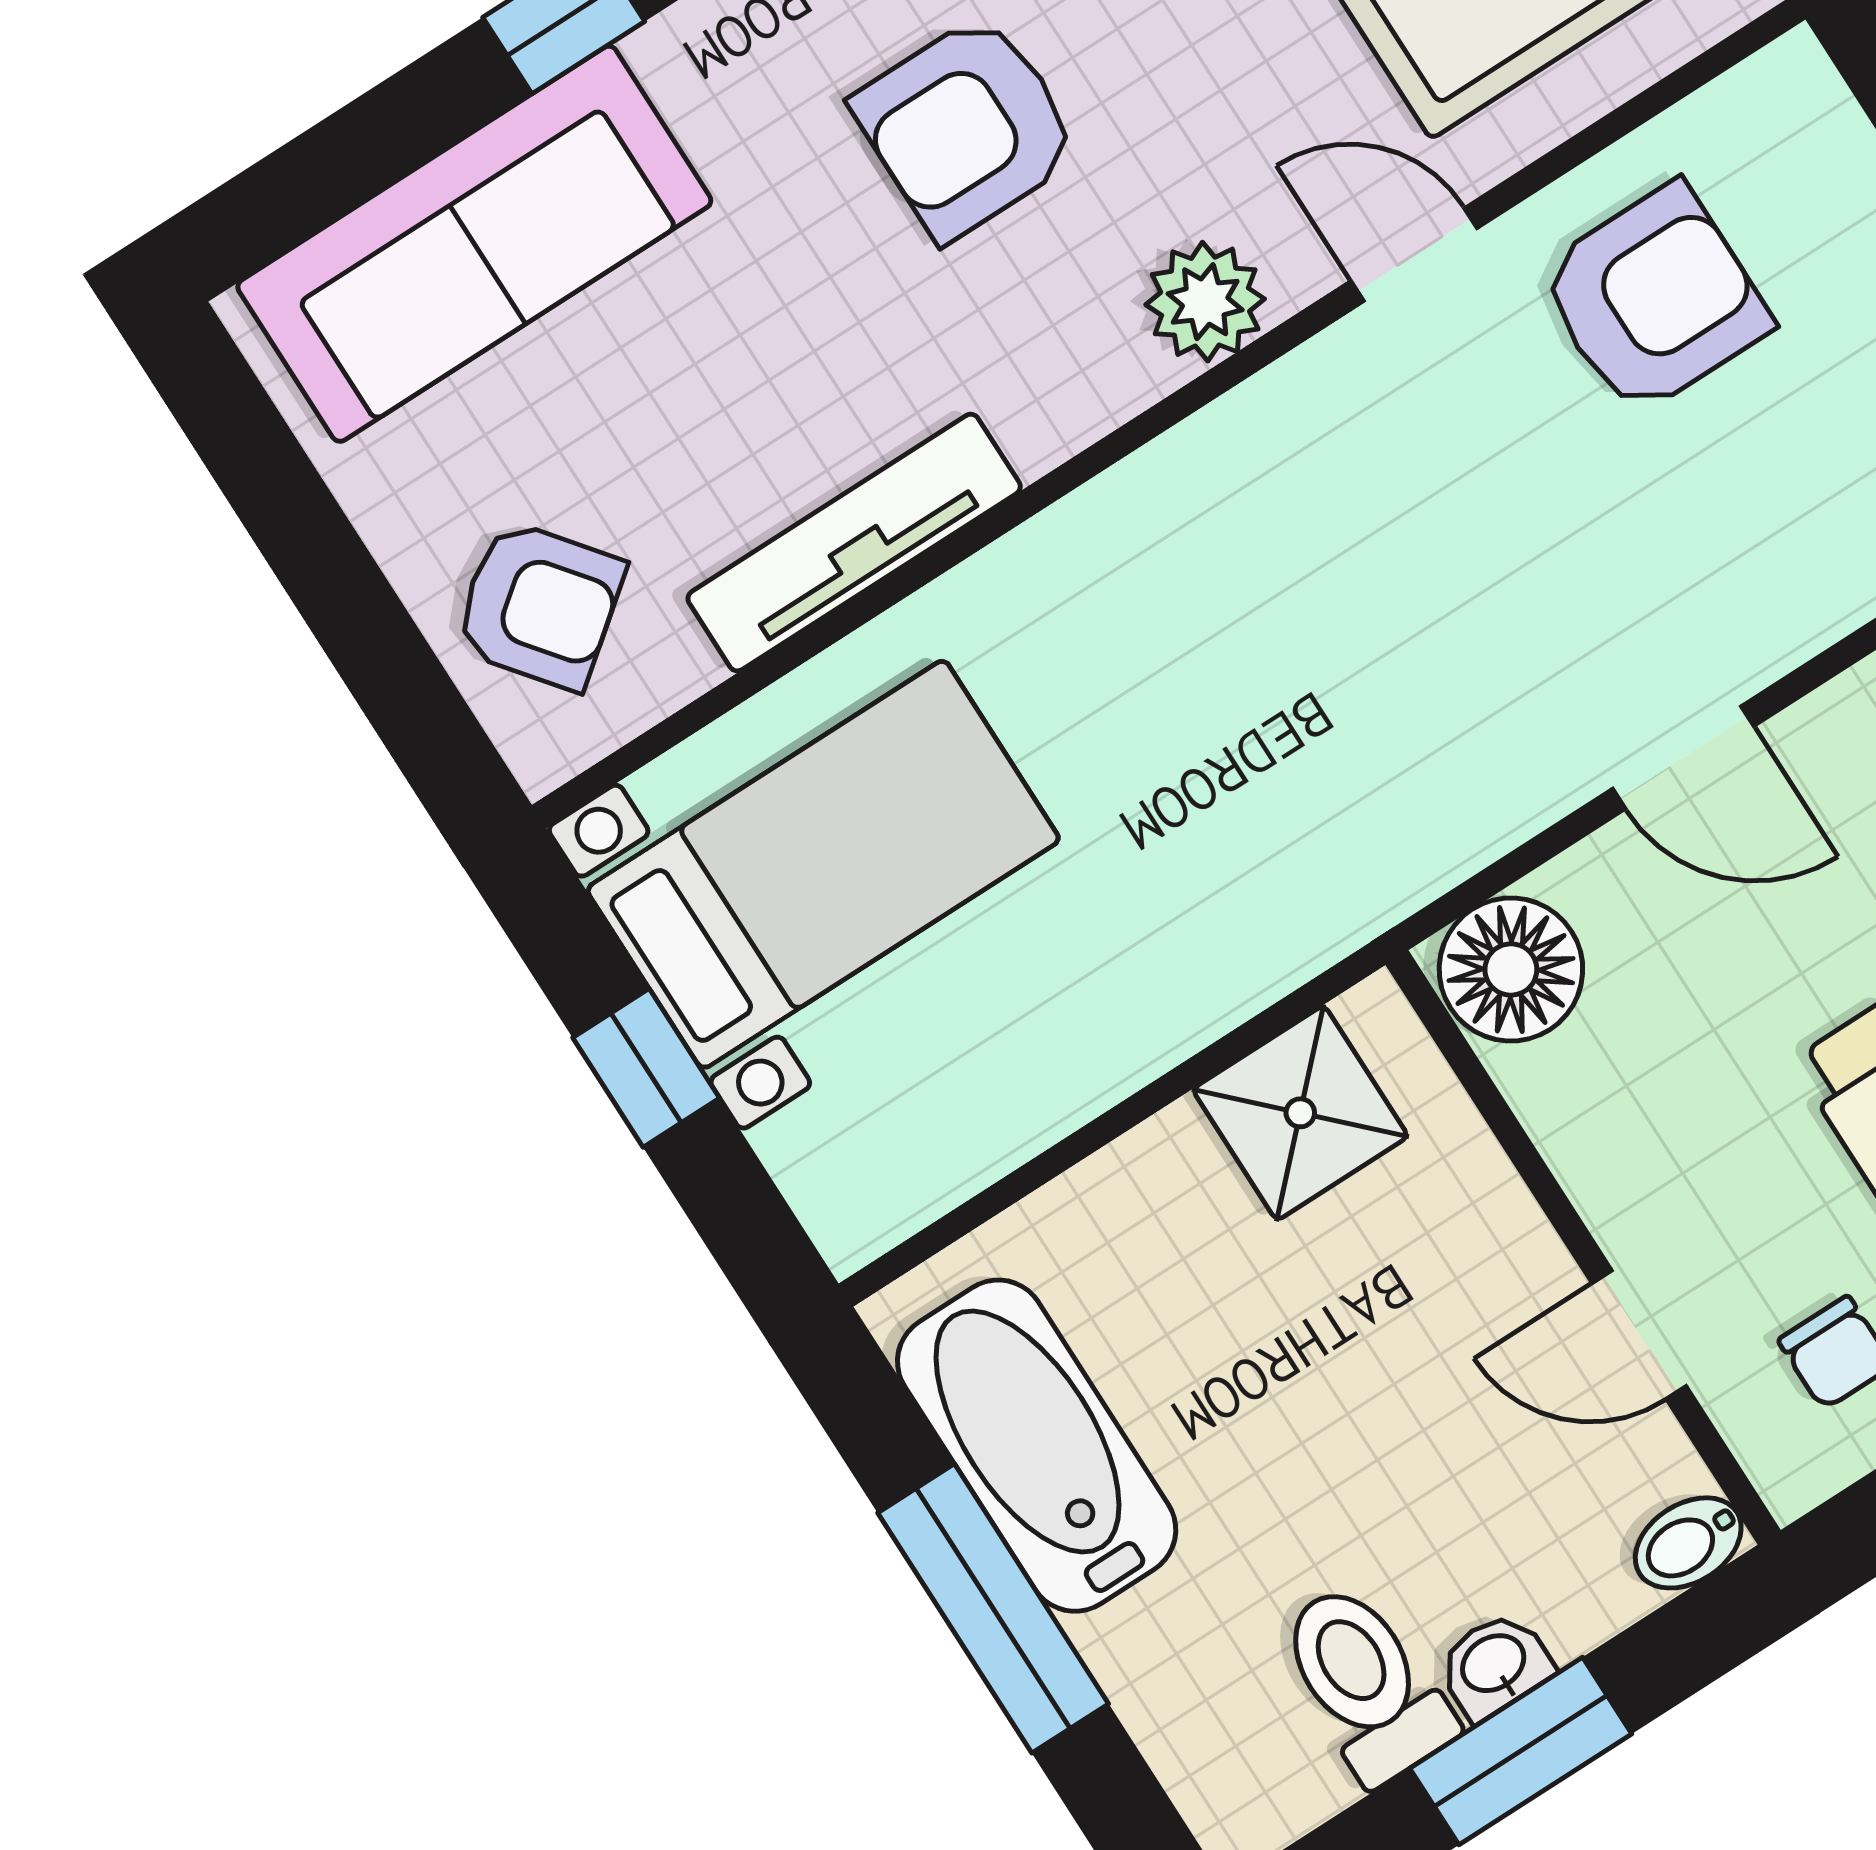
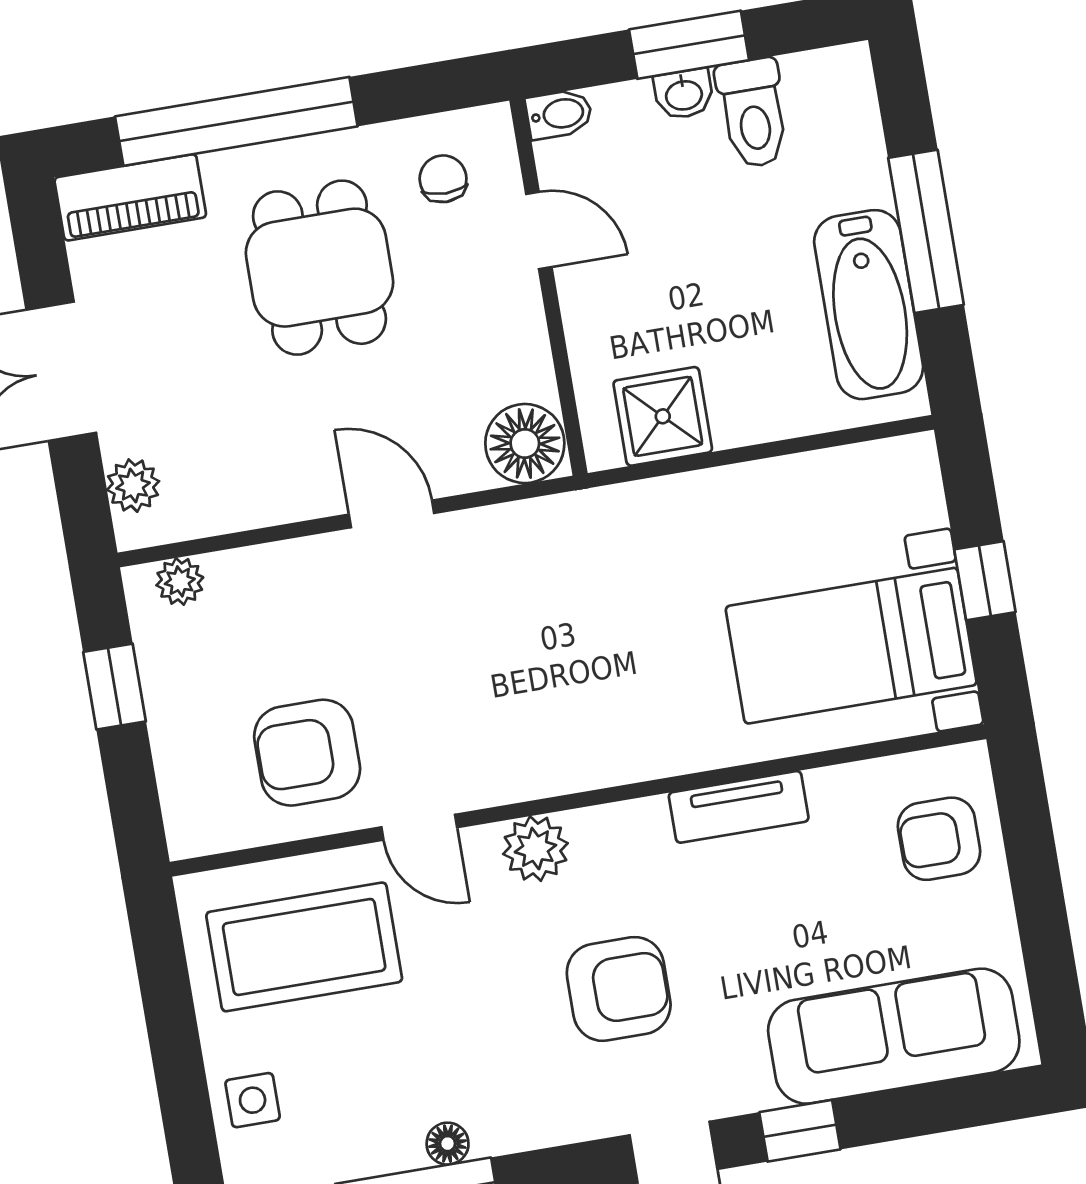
tv unit: (854, 543) -> (739, 807), width x0.71
armchair: (539, 605) -> (939, 839), turned -52

